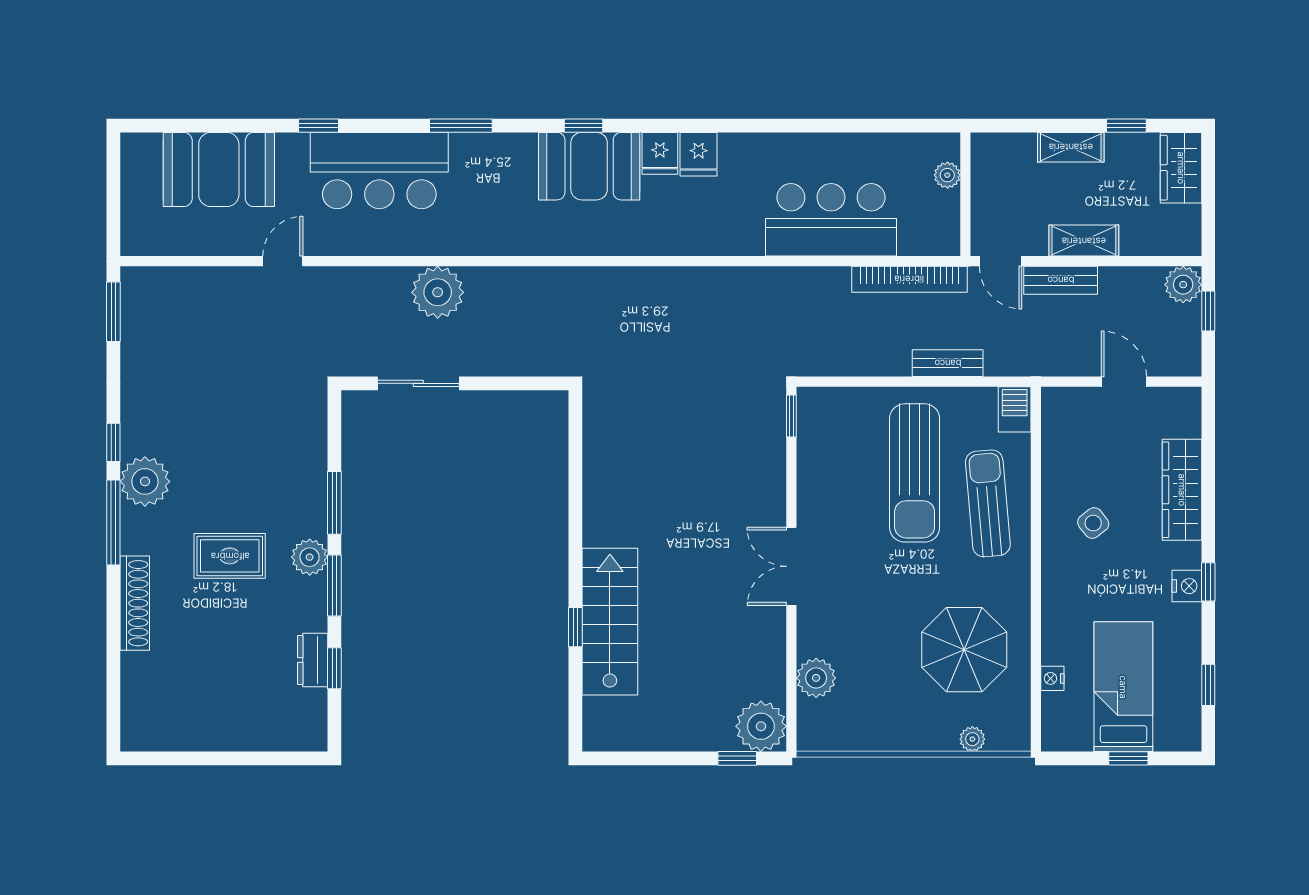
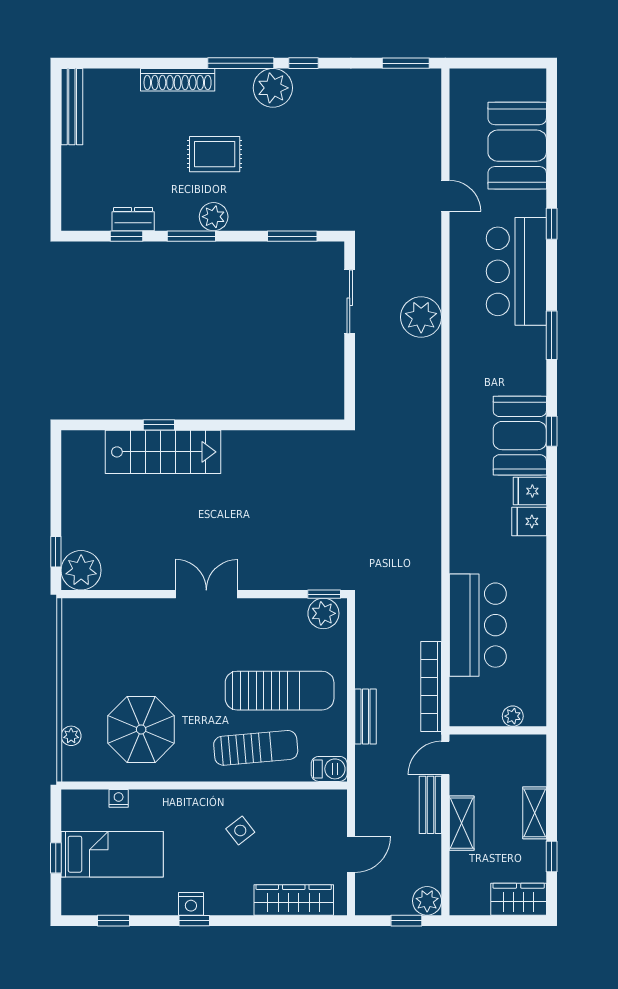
sun lounger: (915, 473) -> (280, 691), turned 180
wardrobe: (1182, 490) -> (294, 900), moved
window: (334, 503) -> (292, 236), moved
rug: (230, 556) -> (215, 154), turned 90
plant: (816, 678) -> (323, 613), moved
bench: (169, 738) -> (72, 107), added

